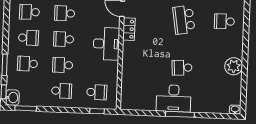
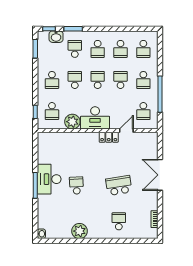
school desk: (29, 12) -> (120, 49), turned 180
plant: (110, 70) -> (72, 122), added
washbasin: (12, 98) -> (56, 37), moved

